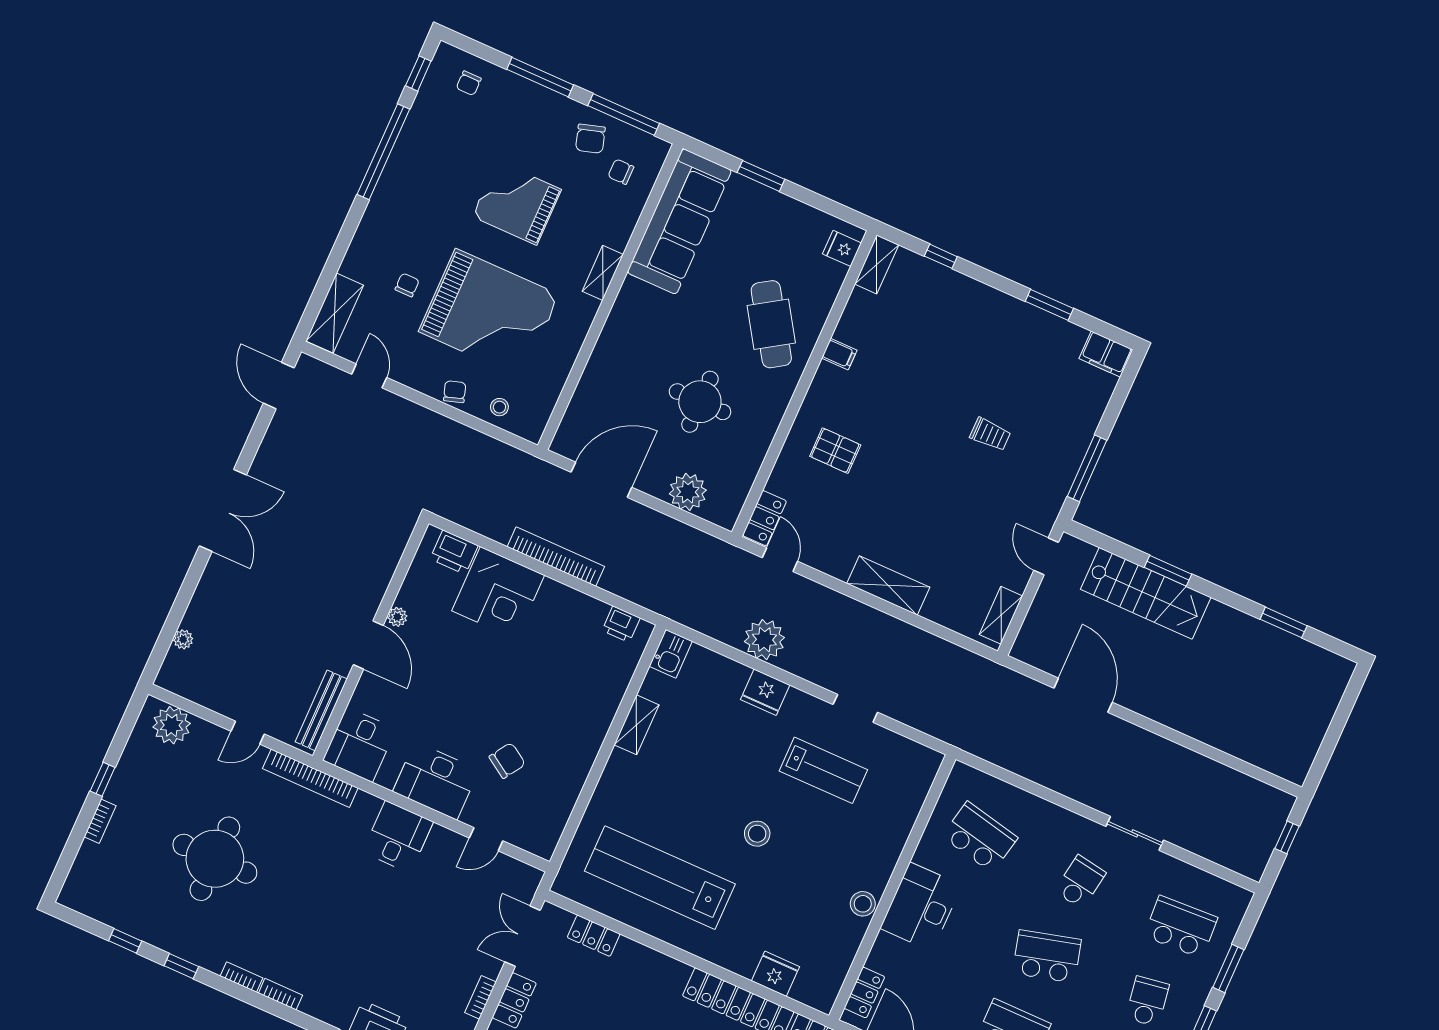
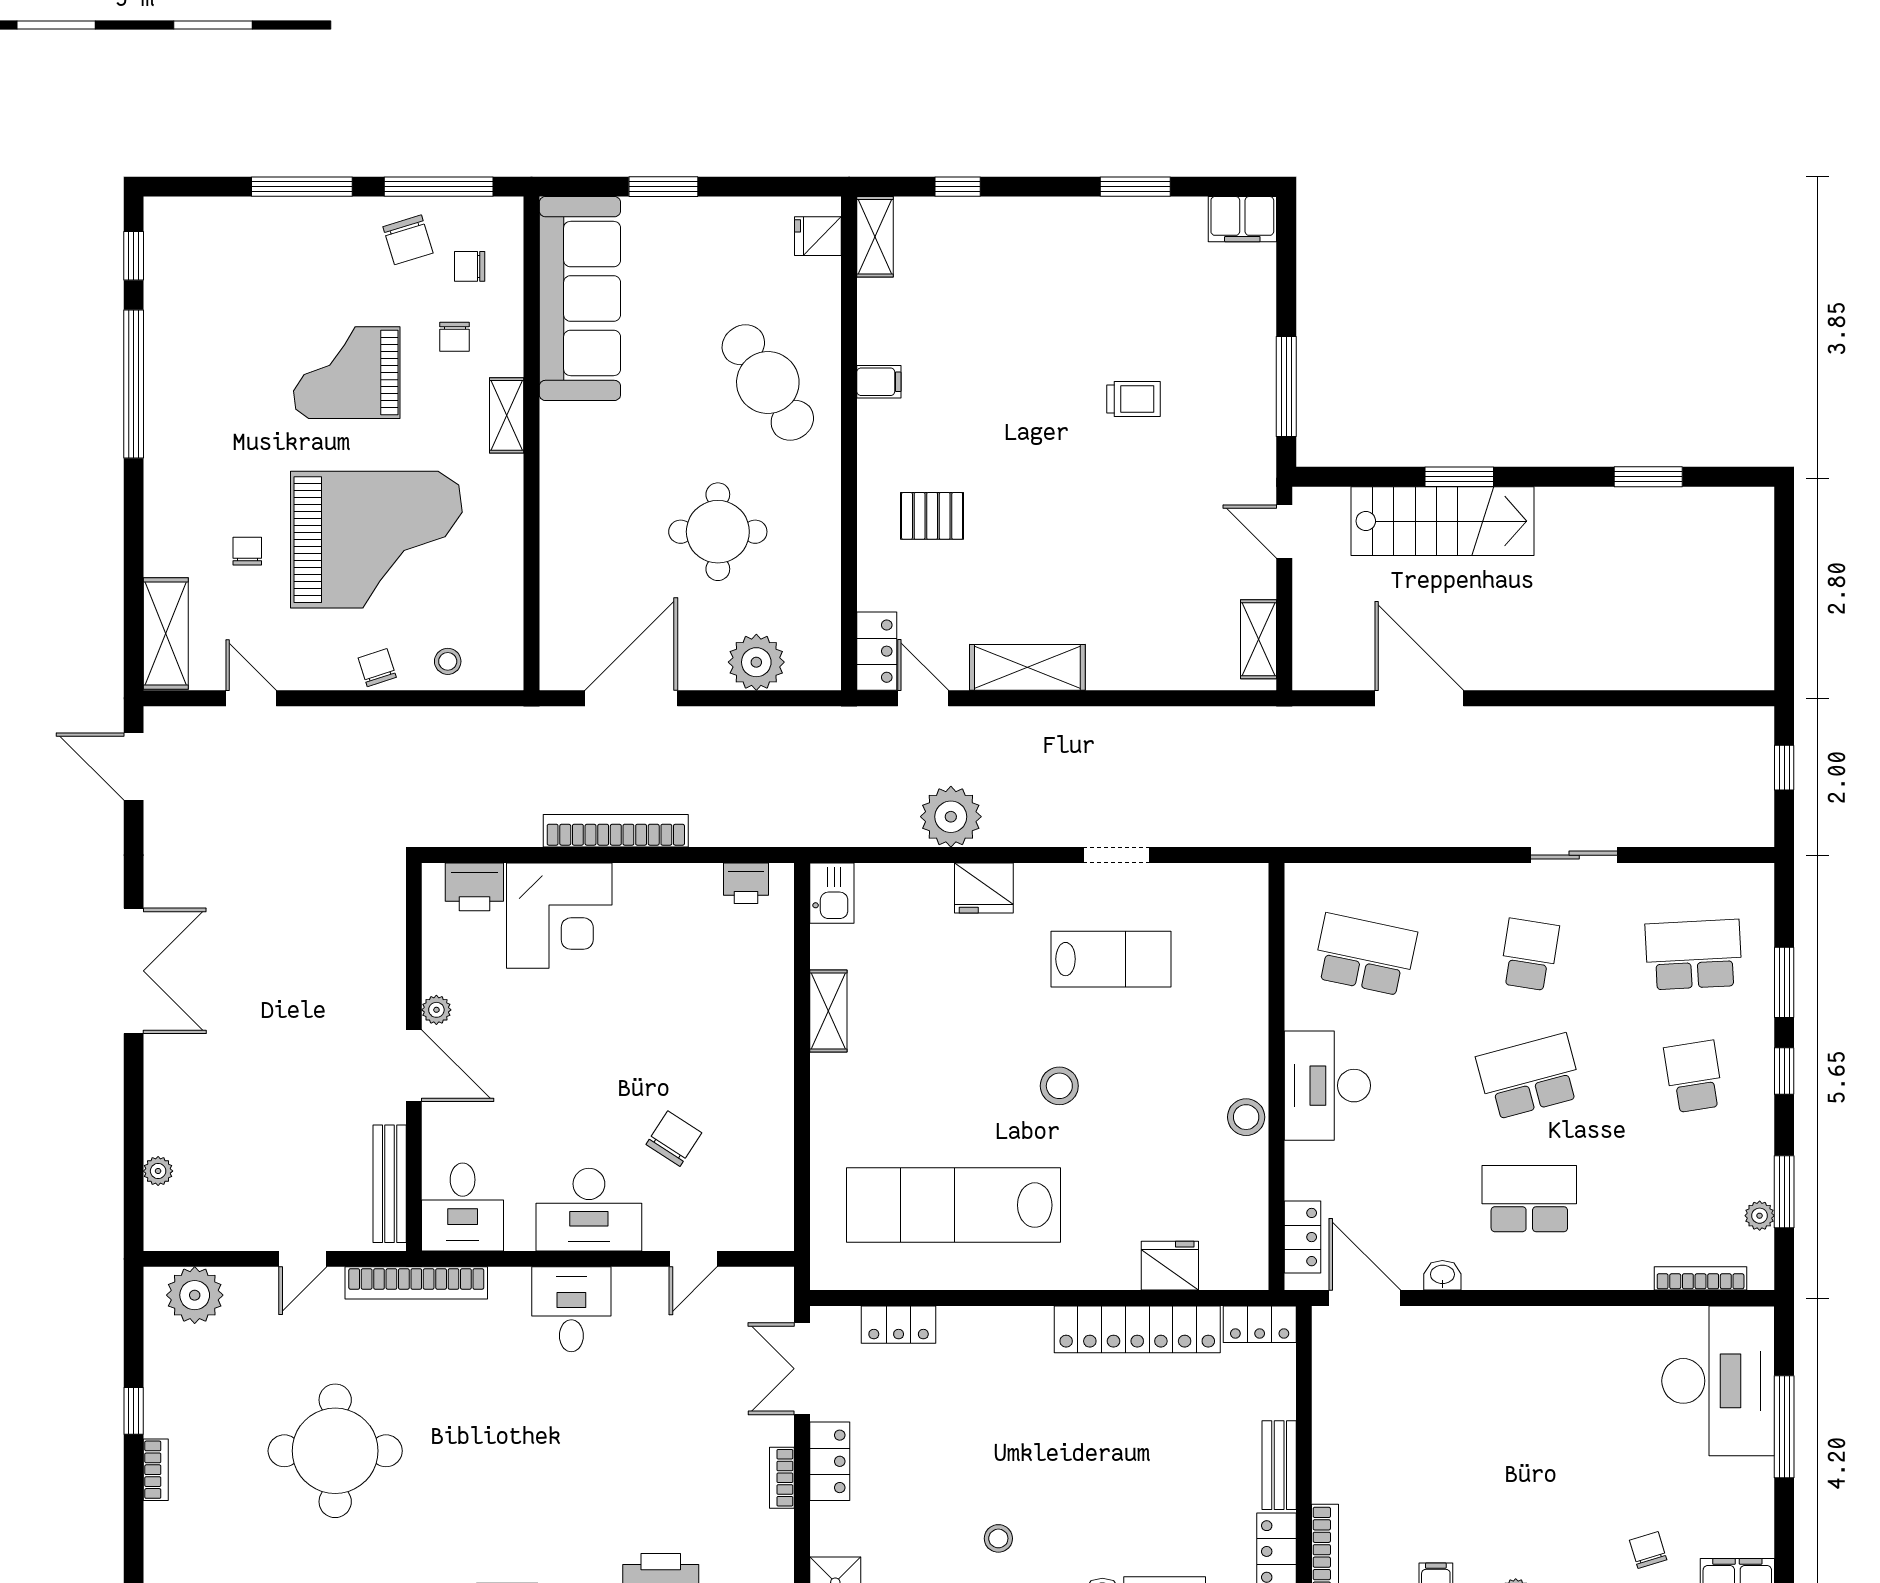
chair: (469, 83) -> (455, 337), moved
shelving: (888, 585) -> (1027, 667), moved

